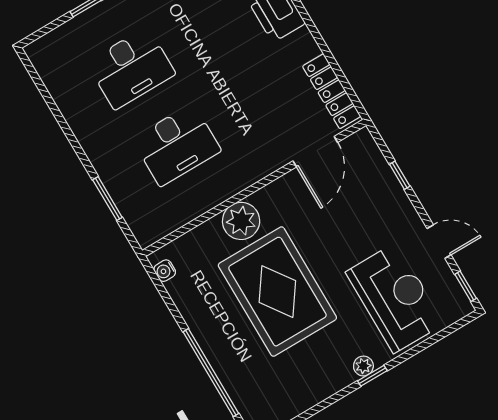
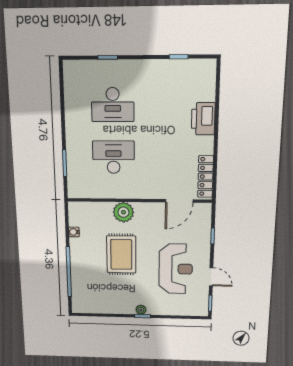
desk: (177, 145) -> (113, 157), turned 180
water cooler: (165, 271) -> (74, 232), moved
rug: (277, 292) -> (121, 254), width x0.73, depth x0.69
reception desk: (395, 298) -> (176, 269), moved

